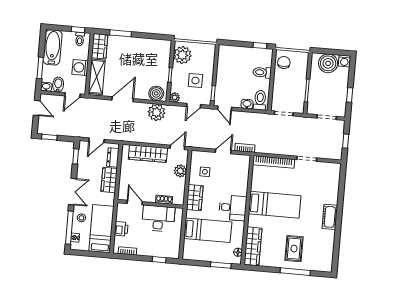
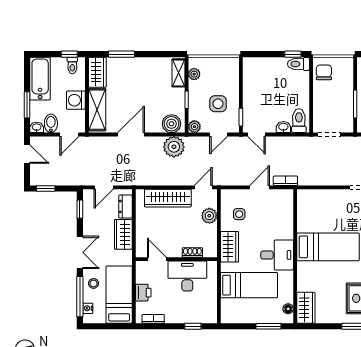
shelving: (166, 53) -> (178, 73), added
plant: (182, 55) -> (194, 74), width x0.53, depth x0.53
toilet: (262, 72) -> (298, 64), moved
bookcase: (274, 162) -> (322, 195), removed
wardrobe: (253, 246) -> (306, 308), width x0.67

